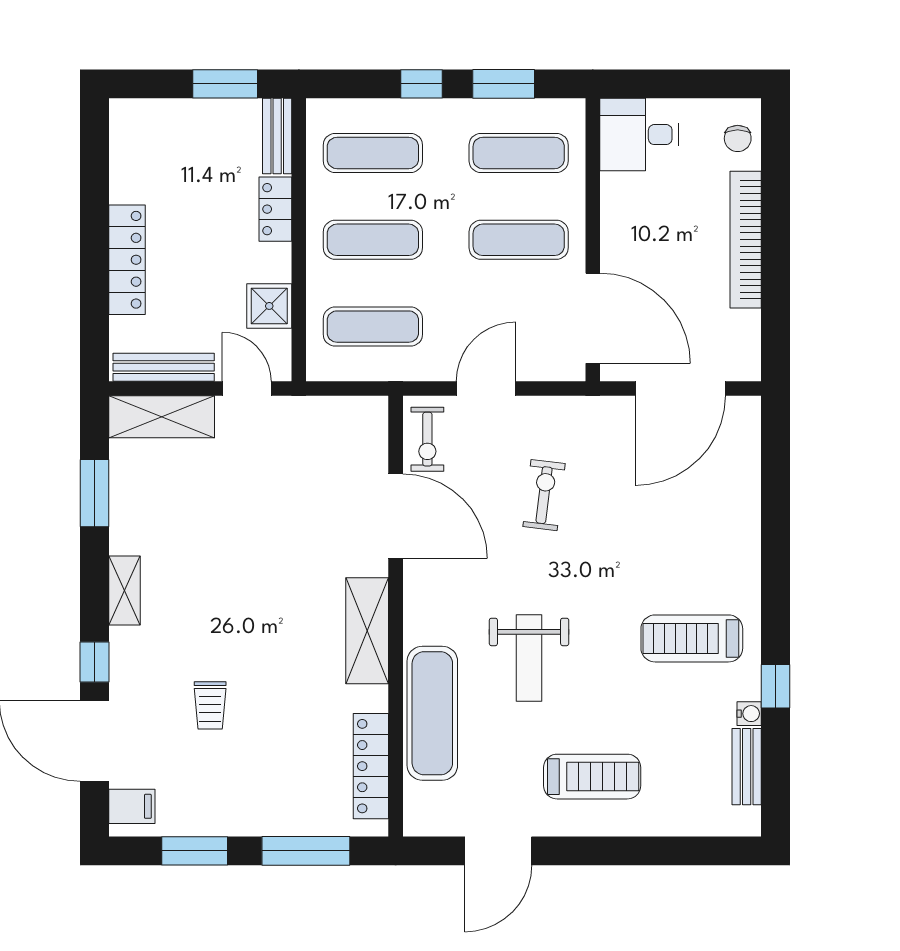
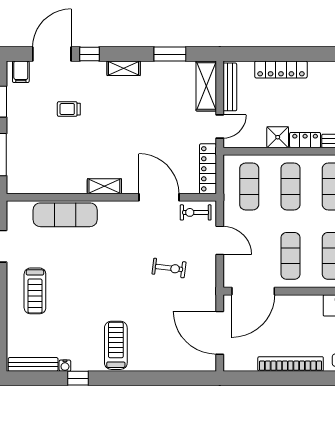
shower: (269, 306) -> (278, 137), moved
door: (396, 516) -> (159, 197), swing flipped
shelving: (367, 631) -> (104, 186), width x0.67, depth x0.75
treadmill: (692, 638) -> (116, 345), moved
weight bench: (529, 658) -> (91, 261), removed
locker: (371, 766) -> (208, 169), moved, turned -90
bench: (747, 767) -> (33, 364), width x1.36

